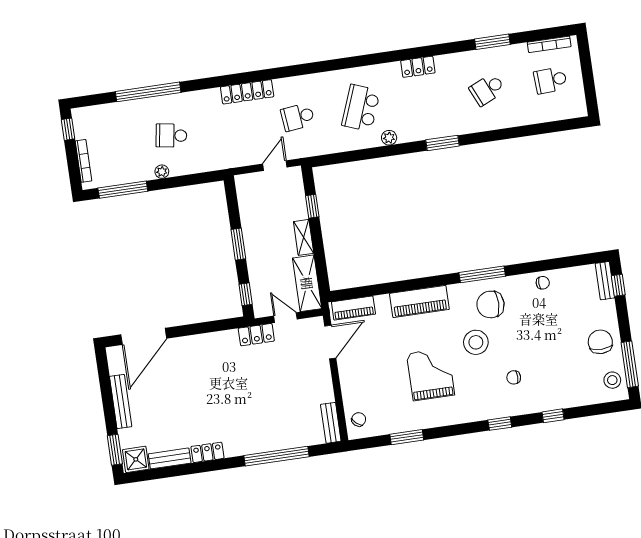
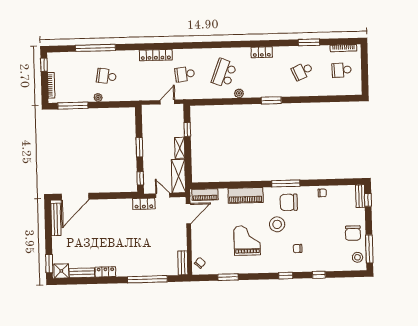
chair: (600, 342) -> (353, 233), turned 180
bench: (121, 402) -> (56, 219), moved

